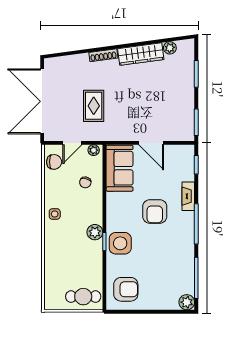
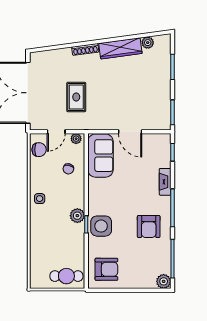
armchair: (155, 211) -> (149, 227), moved

